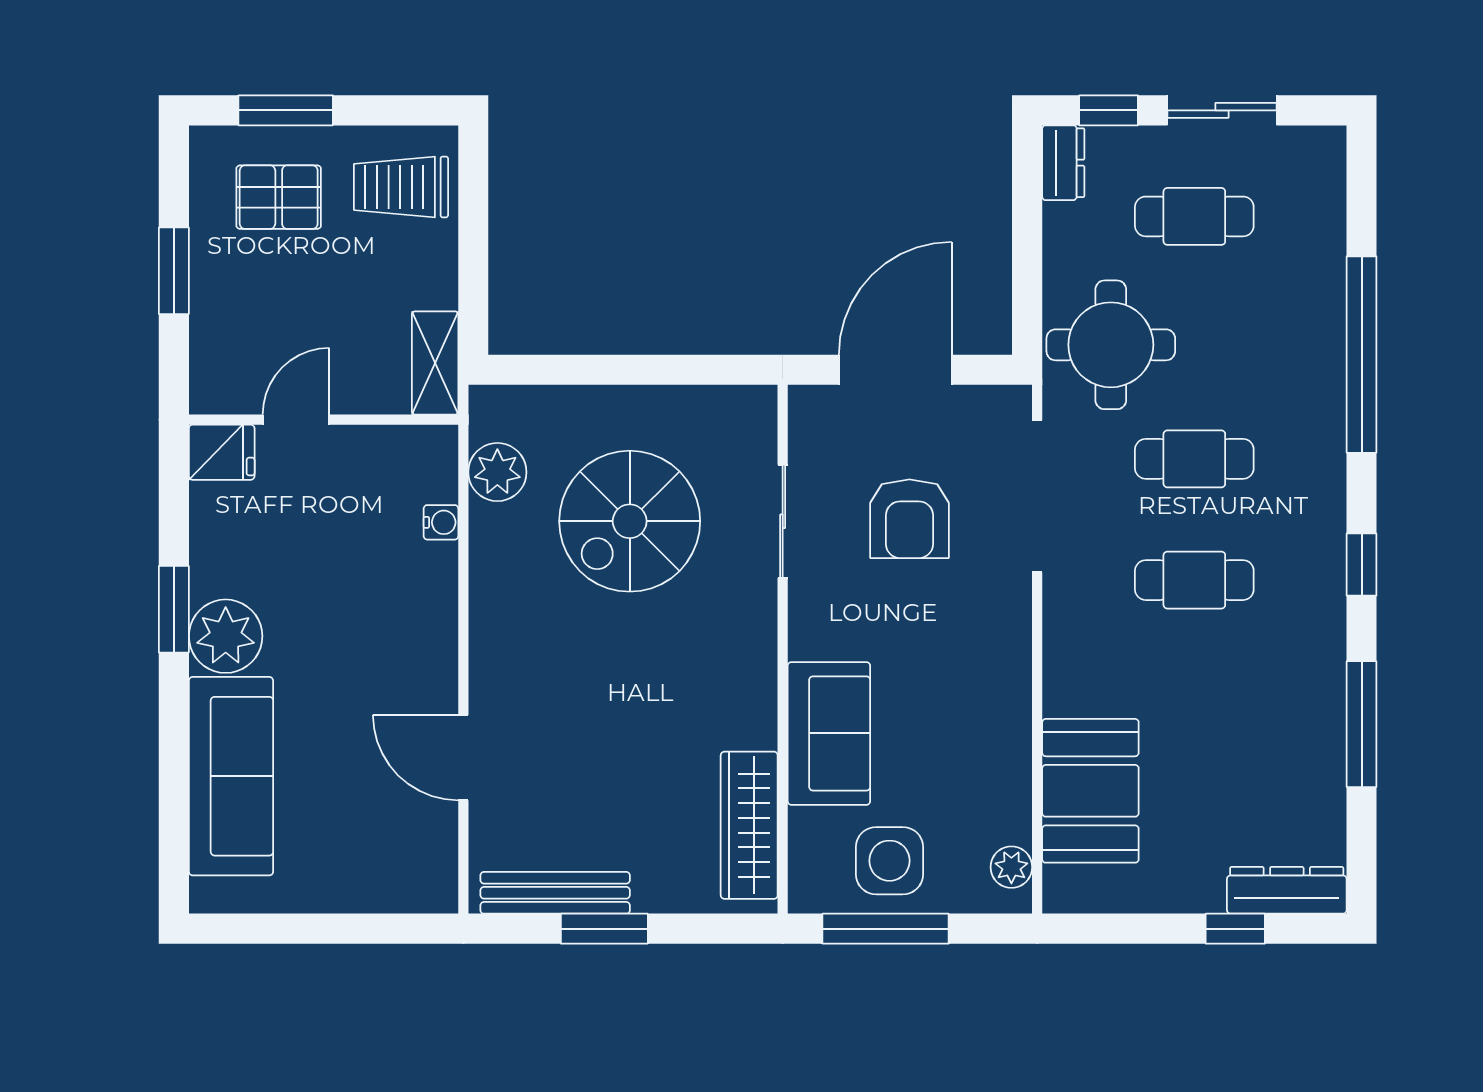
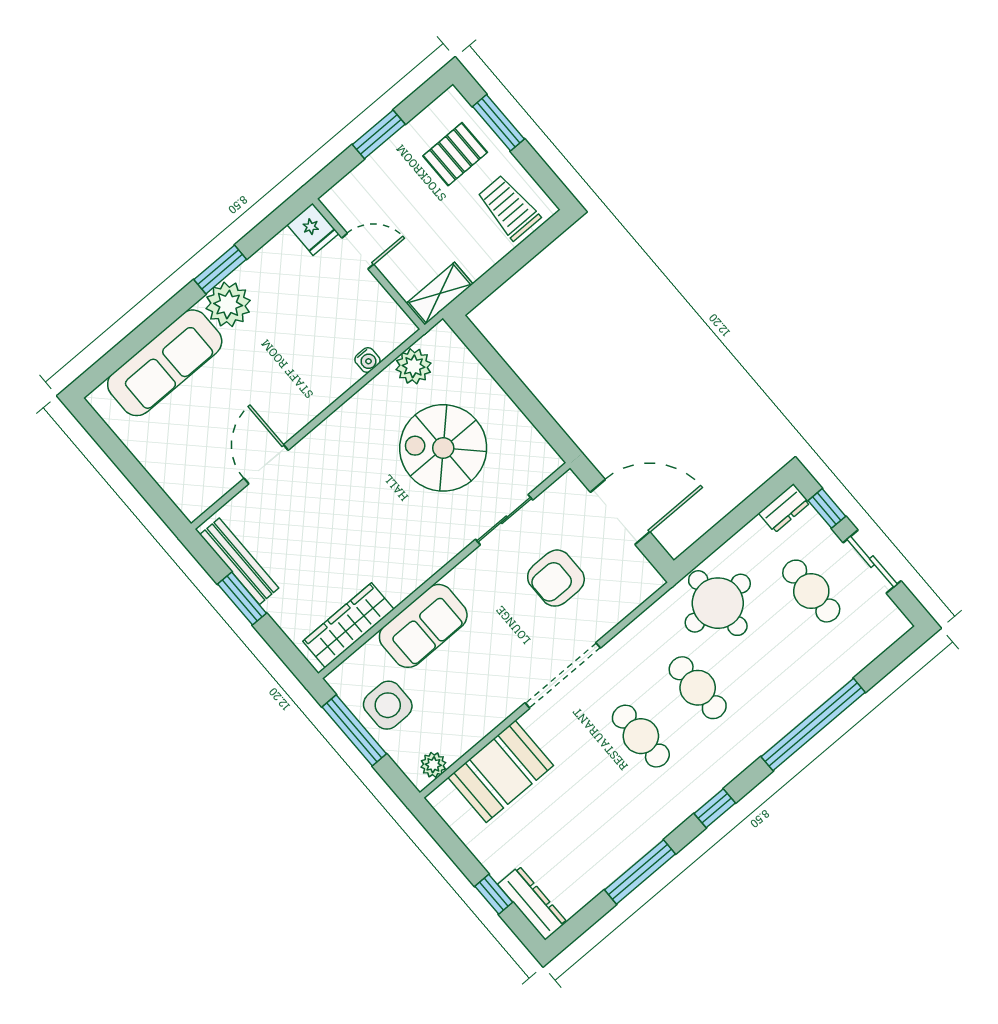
pallet: (279, 197) -> (455, 154), turned 90
doorway: (1037, 496) -> (563, 675), moved

